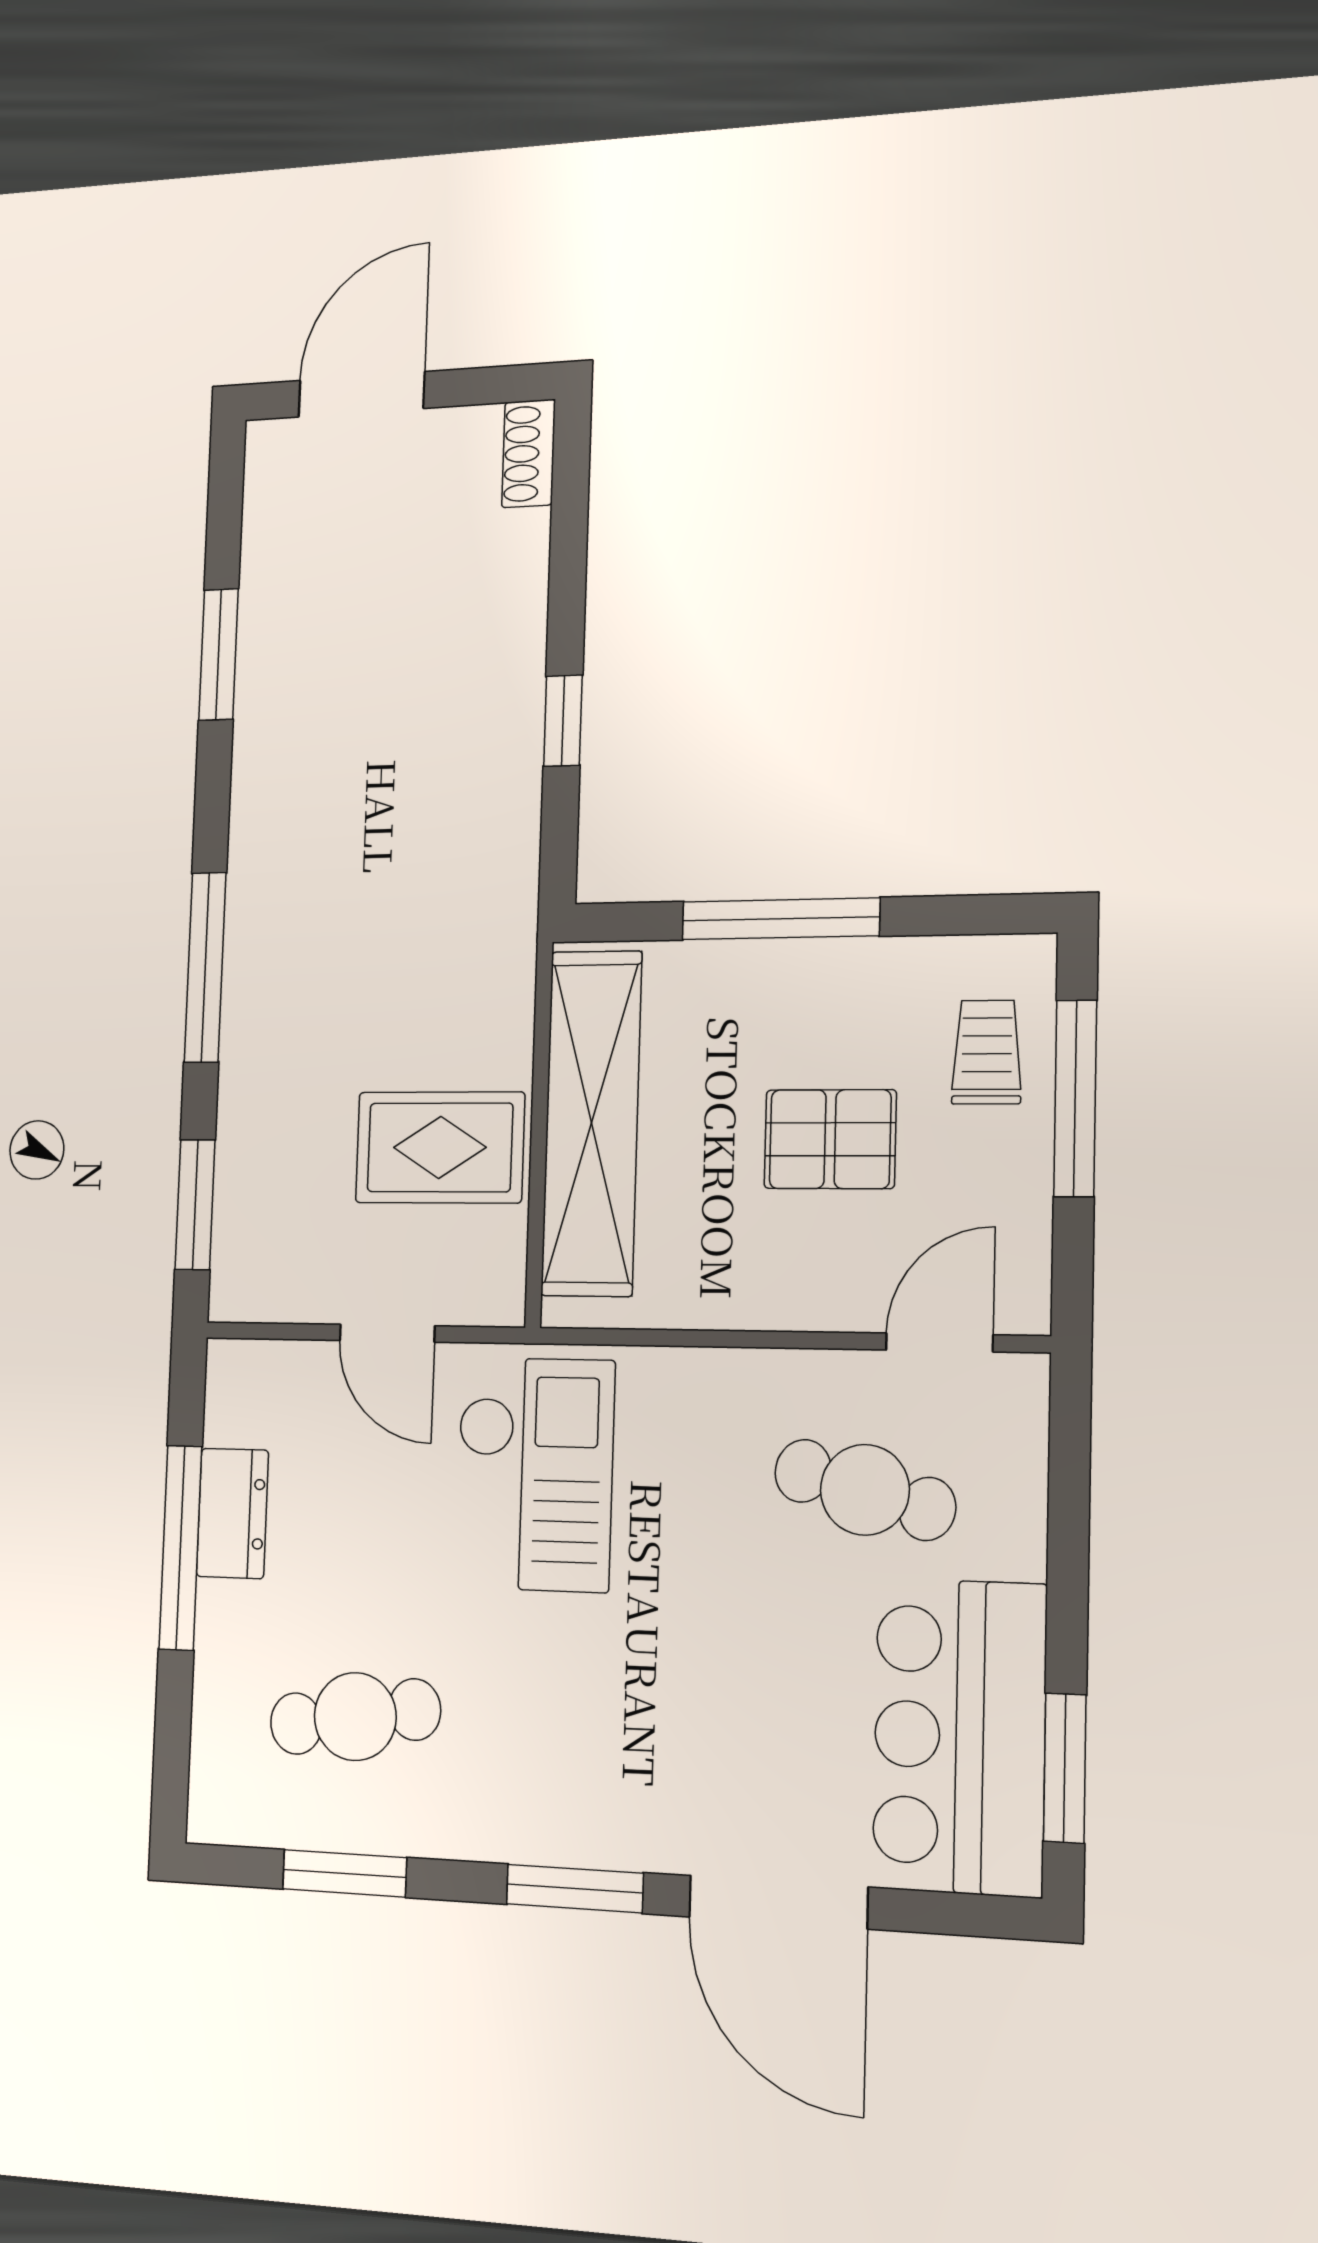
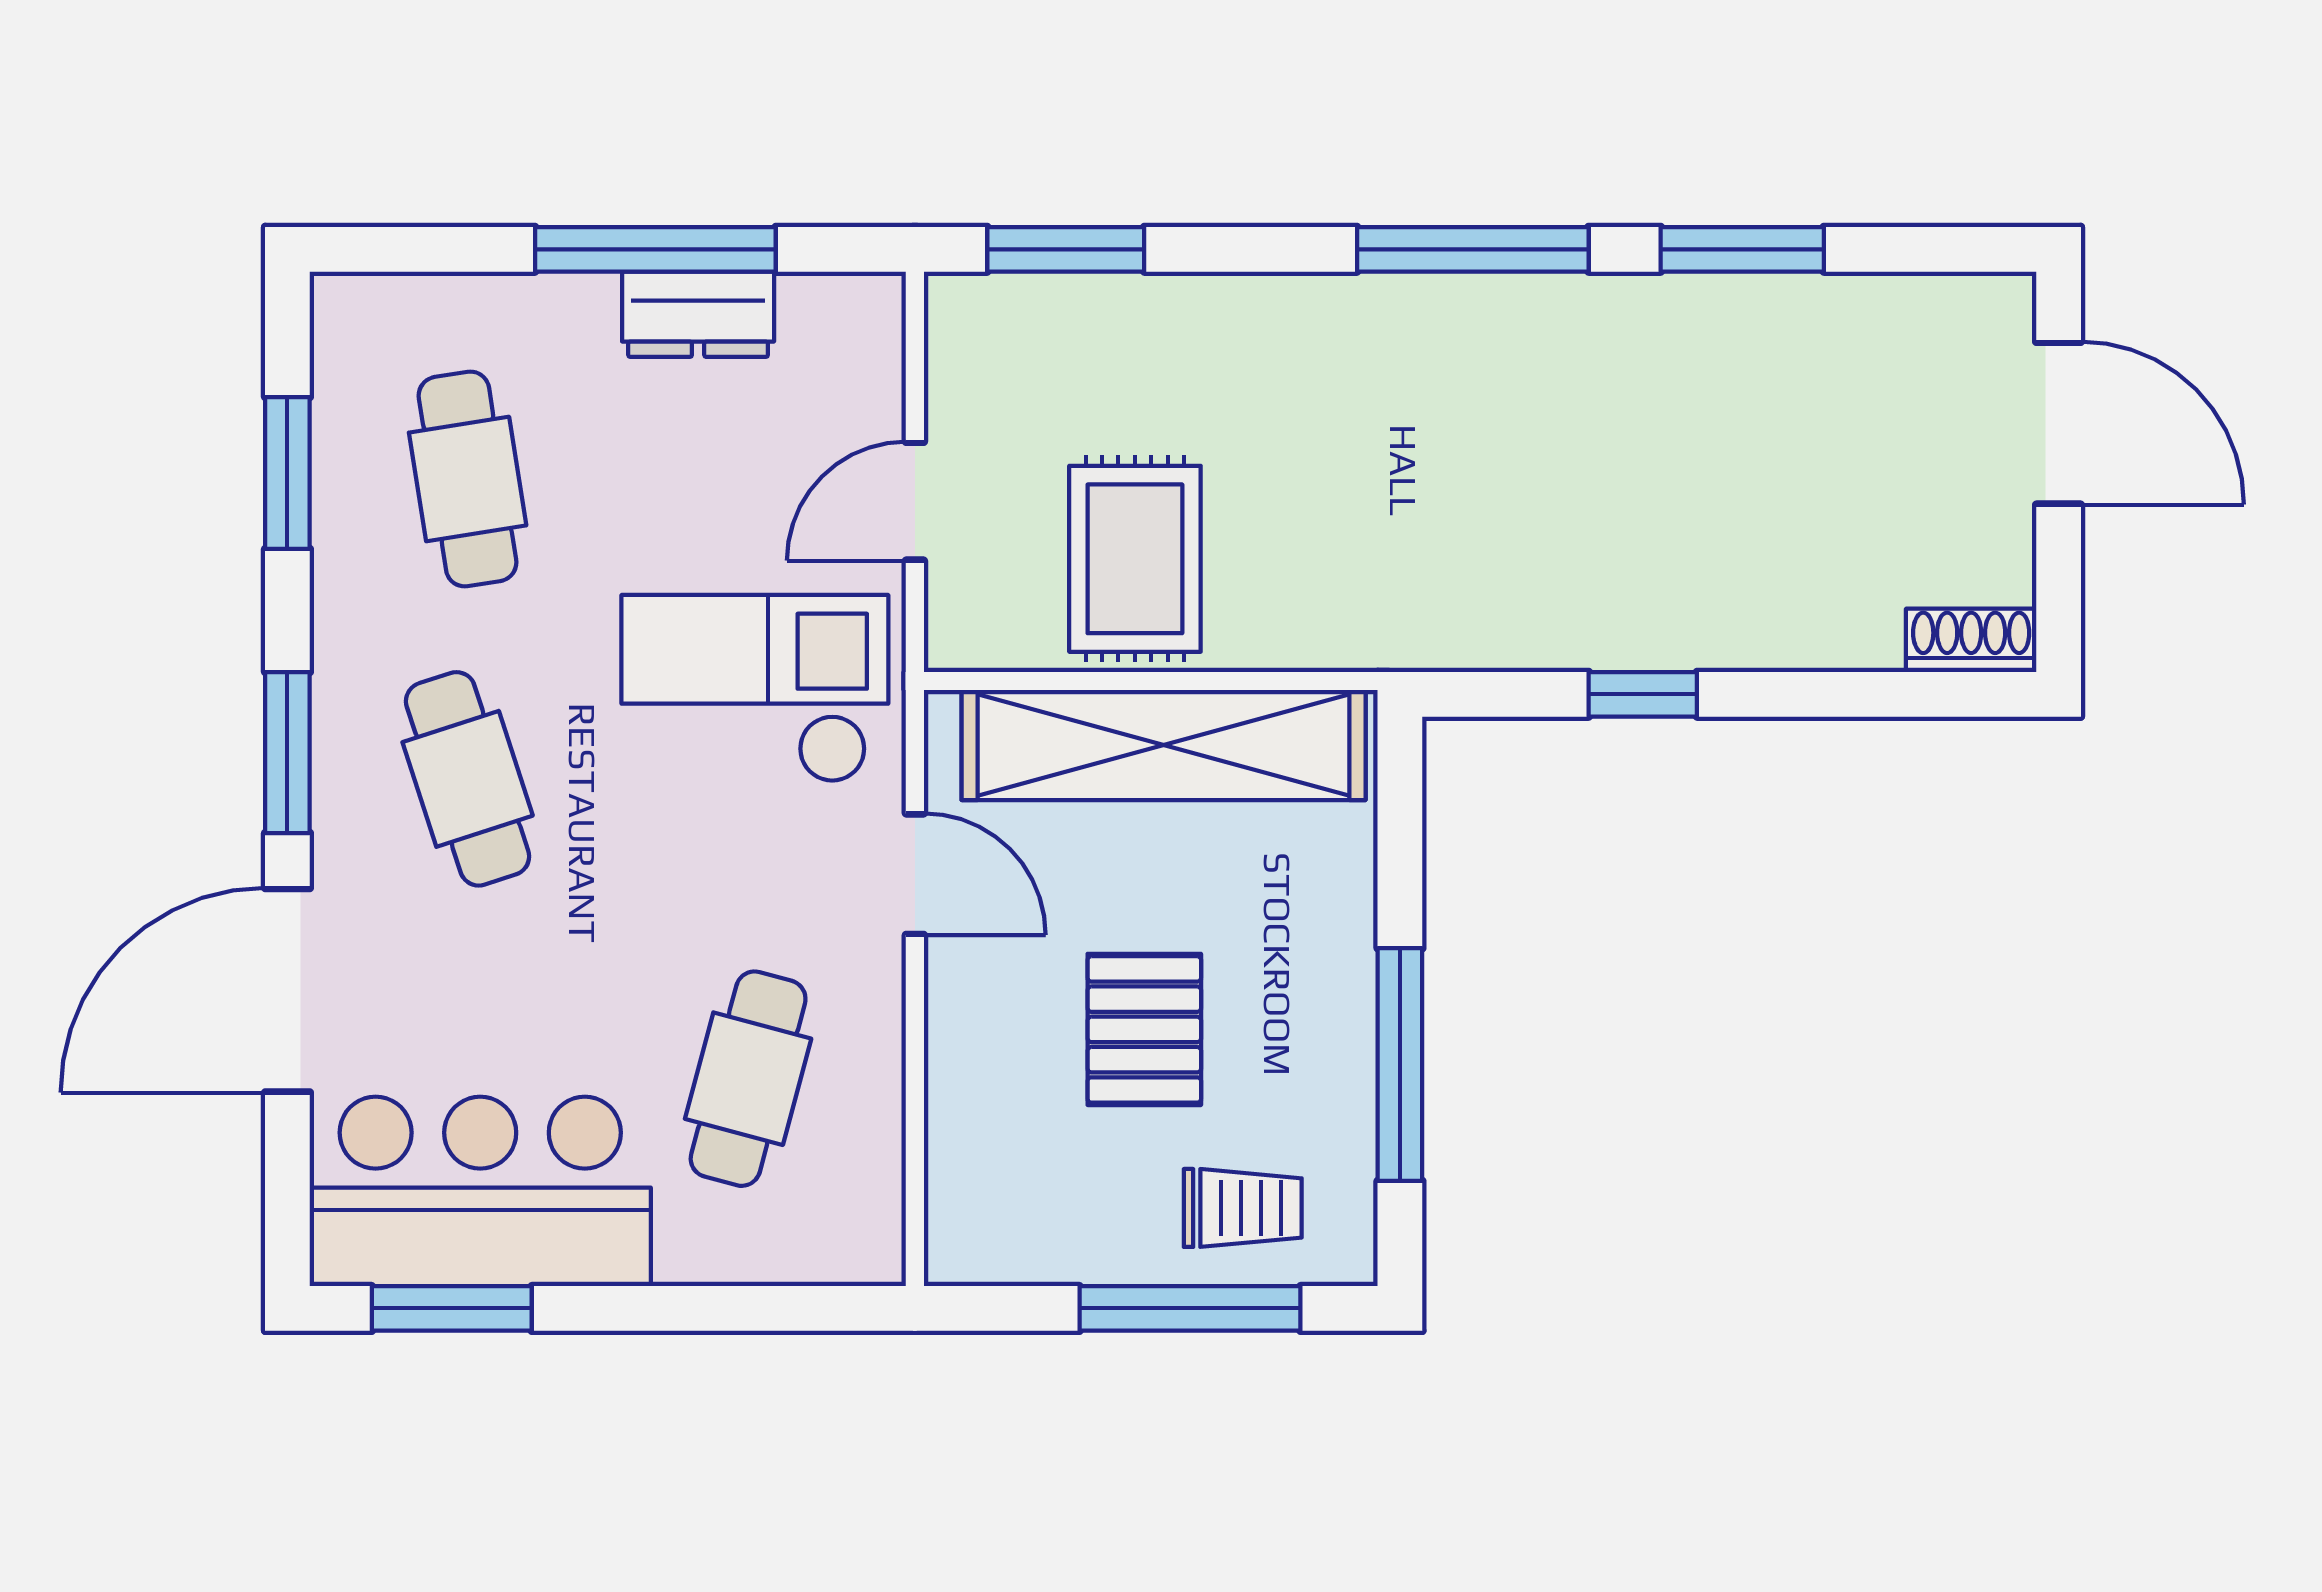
window: (781, 919) -> (1400, 1065), moved
window: (205, 967) -> (1473, 249), moved
door: (939, 1342) -> (915, 874), moved
checkout: (534, 1474) -> (755, 689), turned 180
cafe table: (602, 1729) -> (468, 779), added

